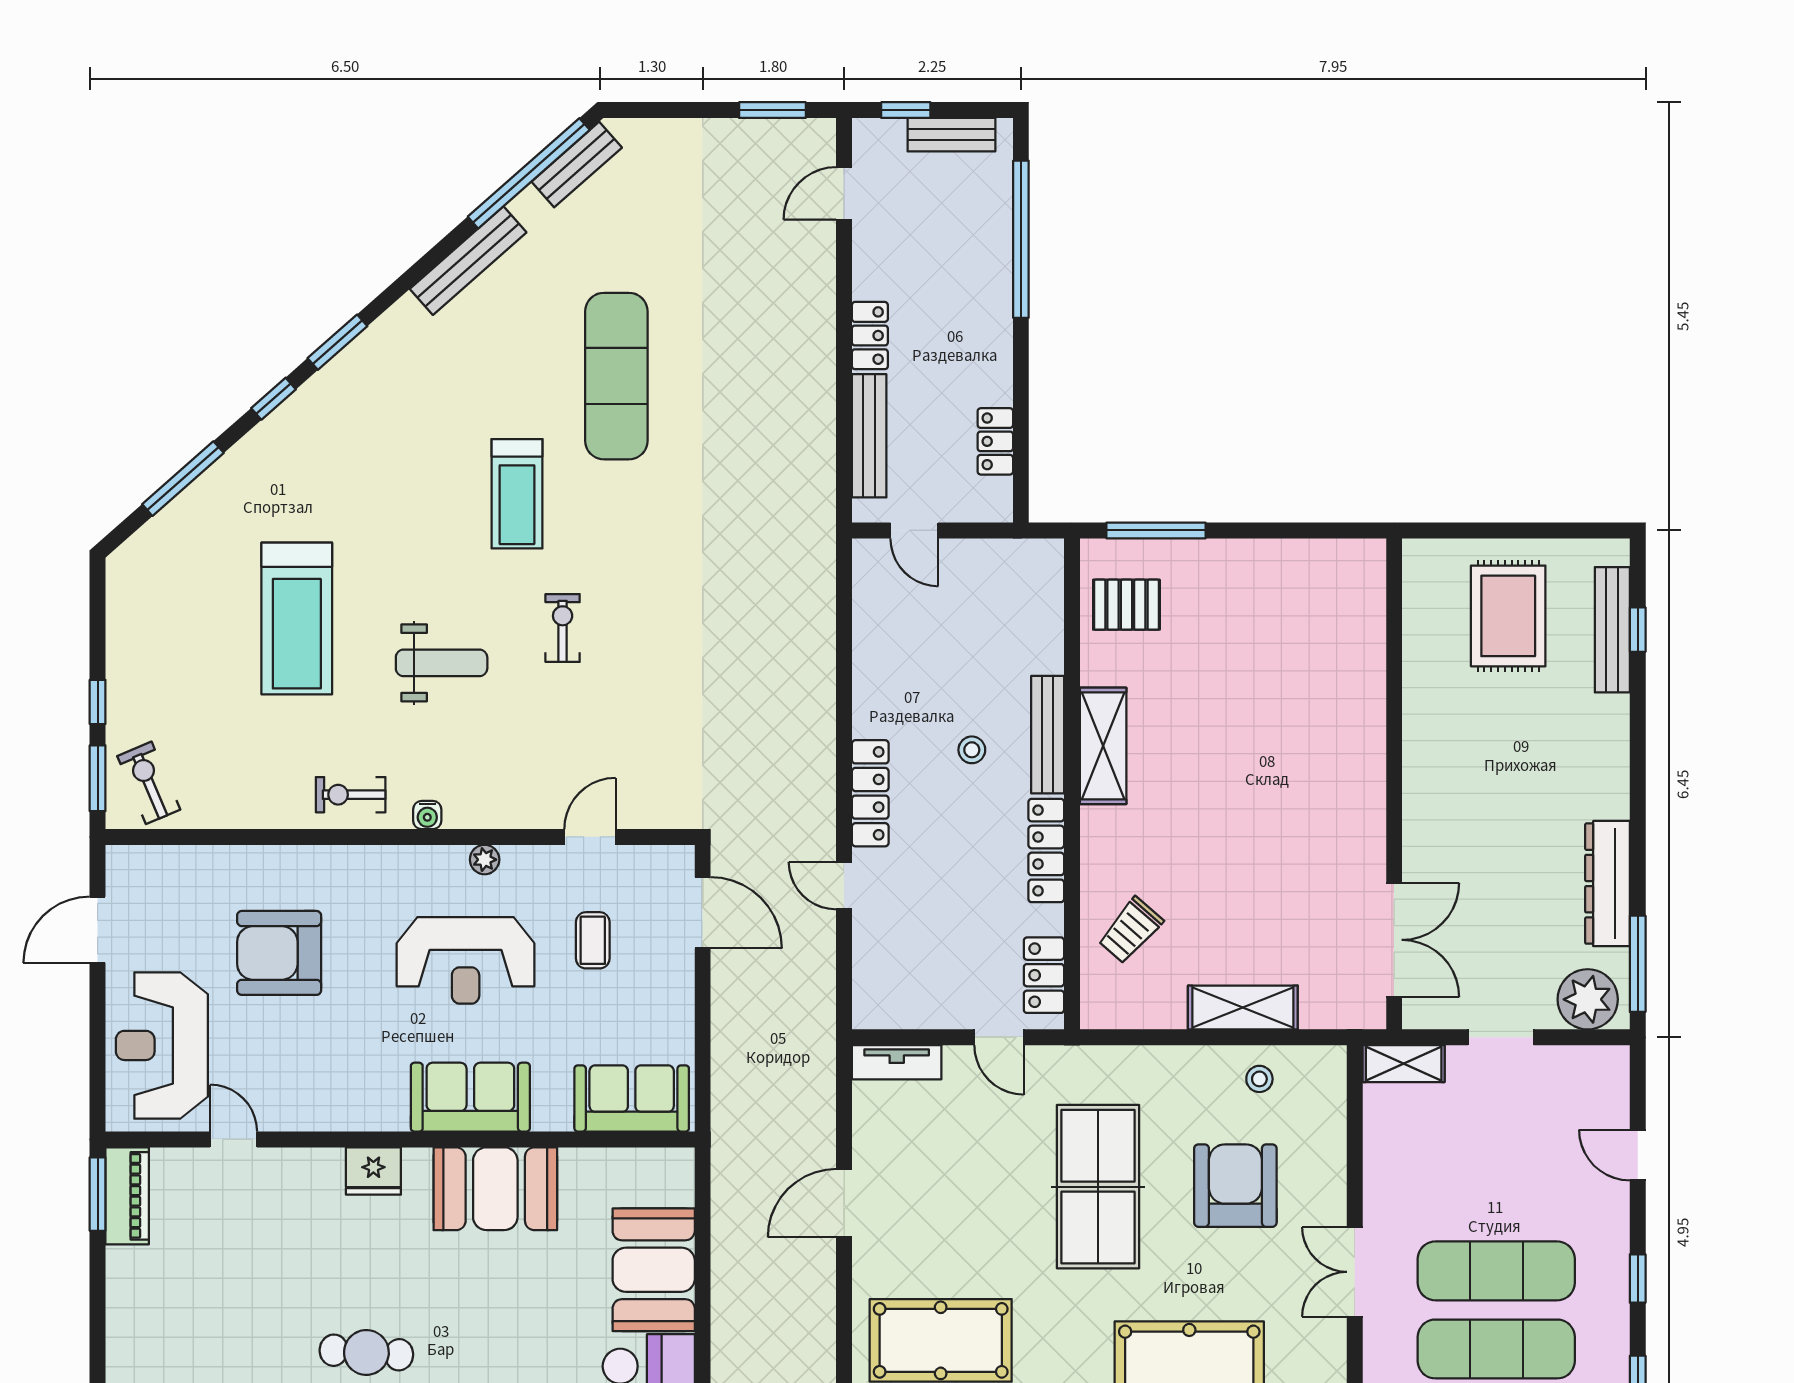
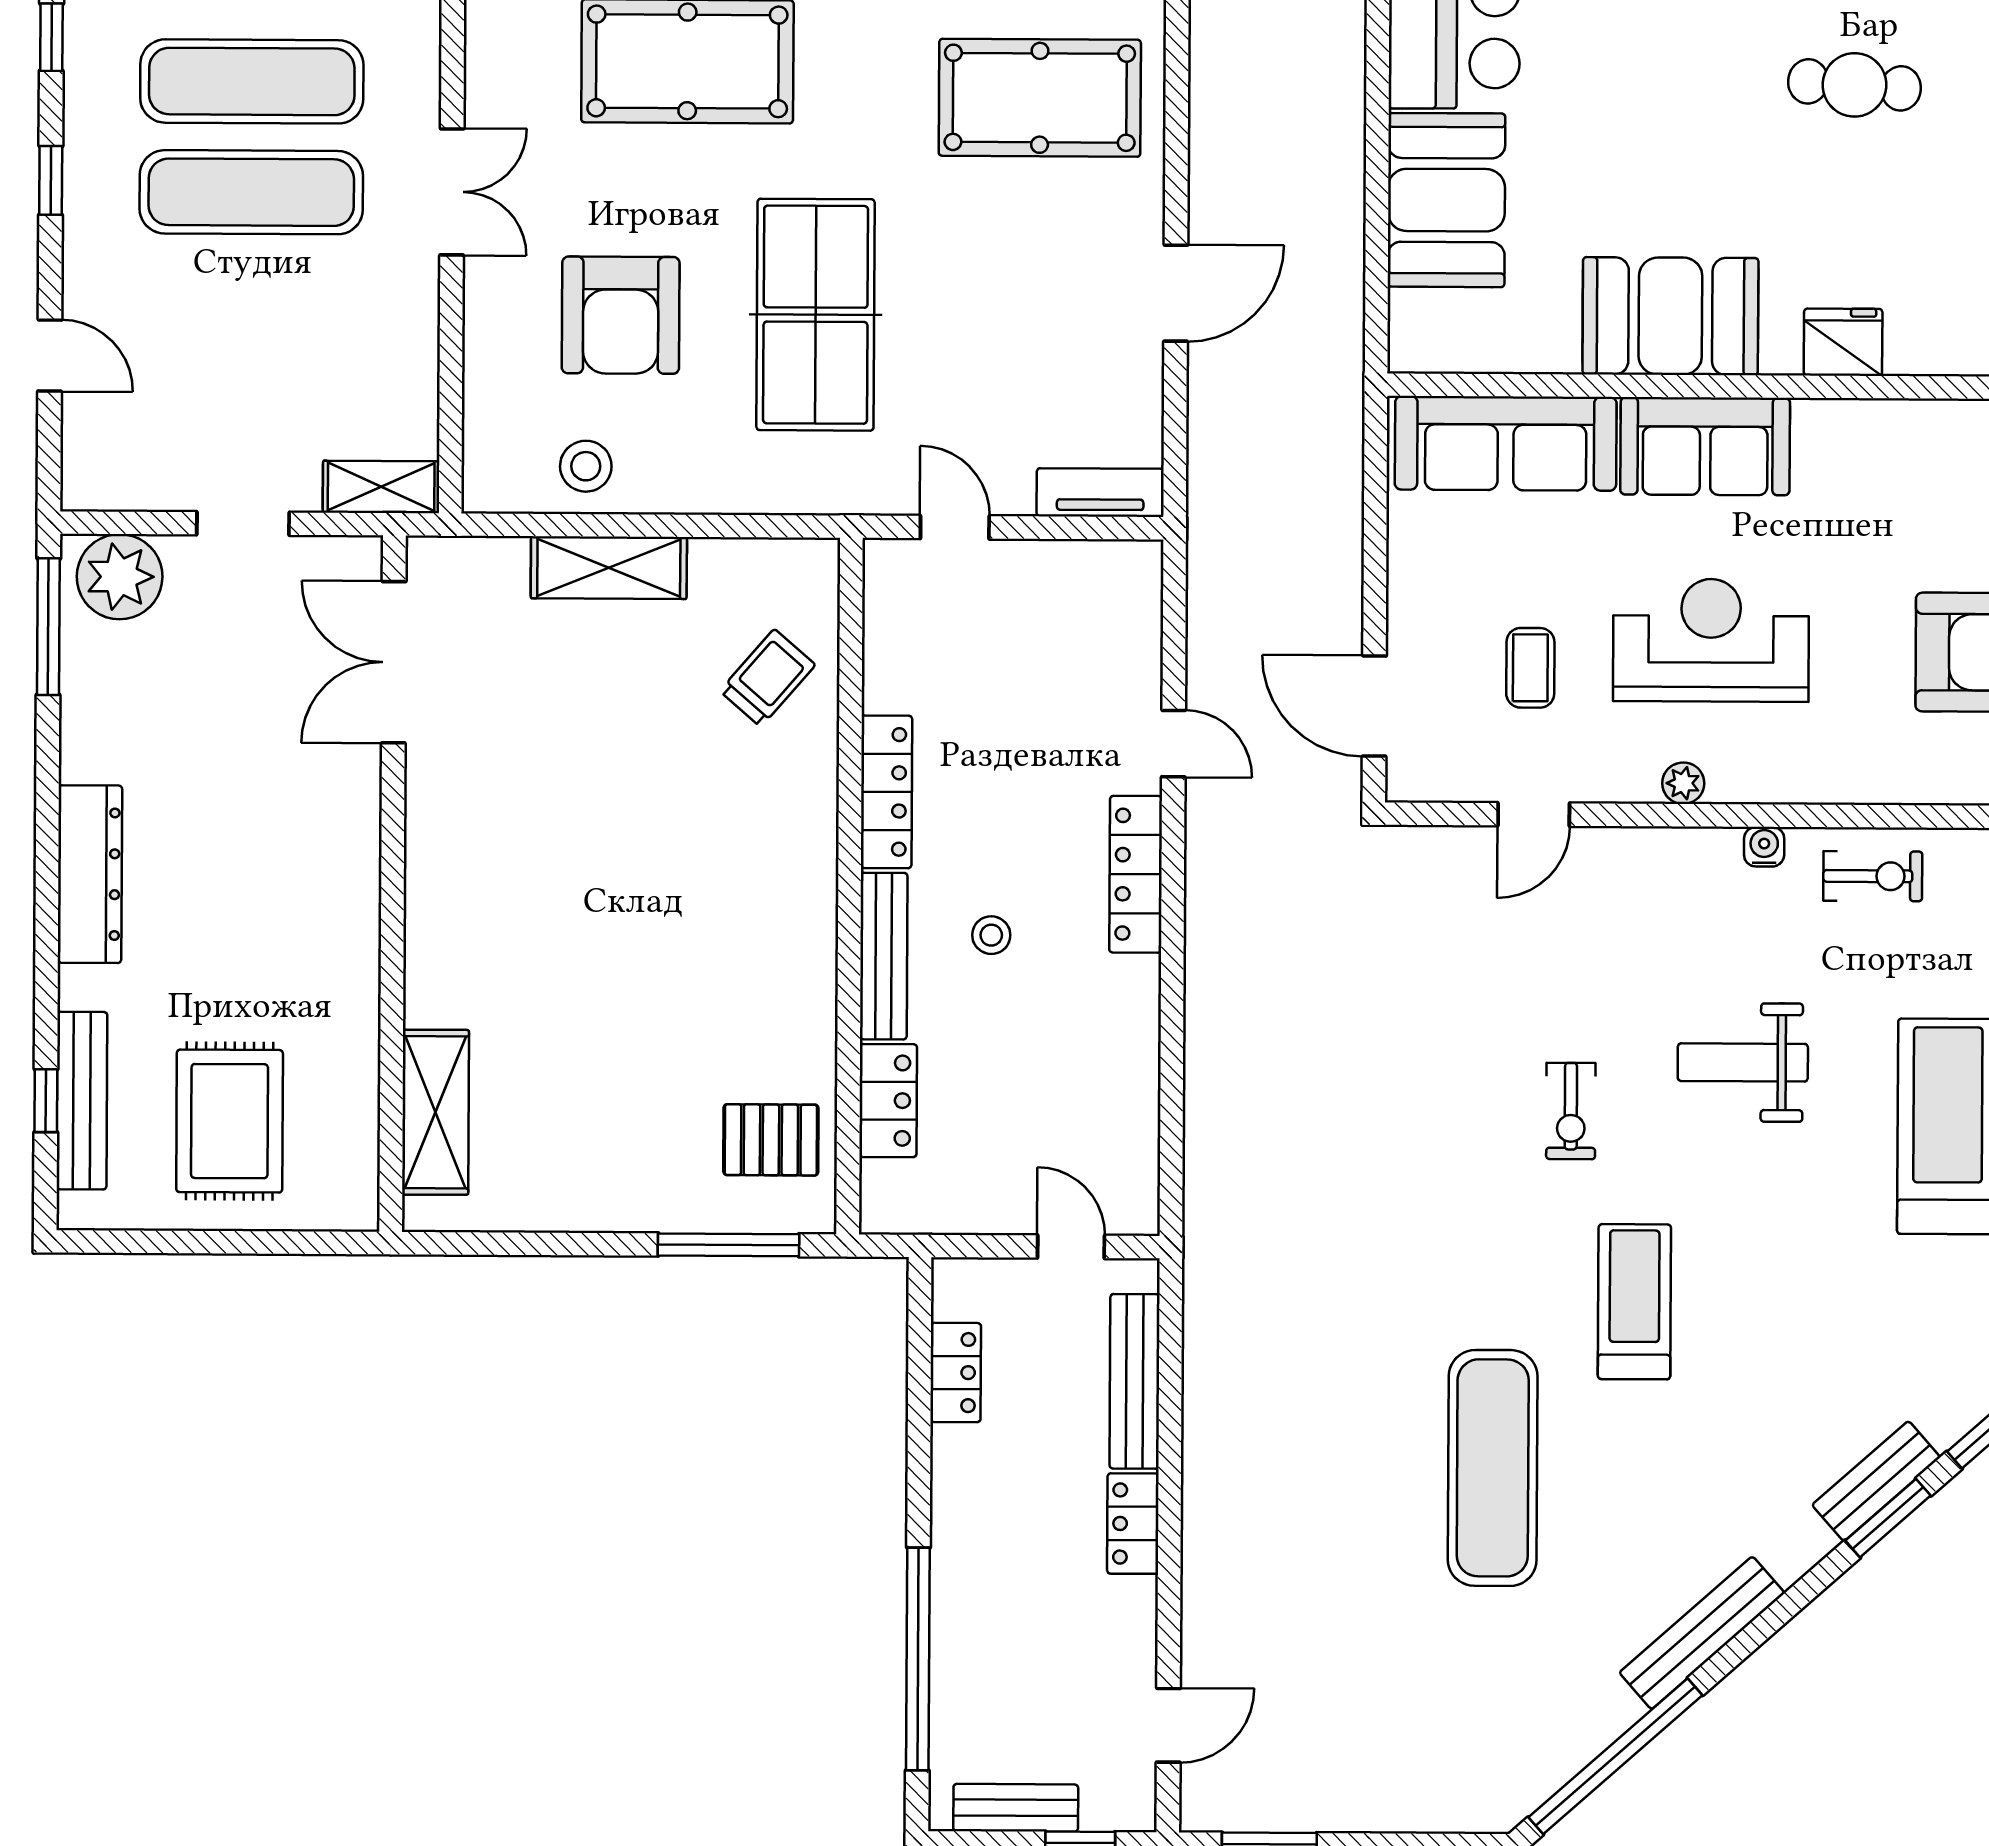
bench: (577, 165) -> (1876, 1481), moved
shelving: (1103, 746) -> (435, 1112), moved
dresser: (1608, 884) -> (90, 874), moved
locker: (1044, 975) -> (888, 1101), moved
stool: (1259, 1079) -> (586, 466), width x1.37, depth x1.37
sofa: (632, 1098) -> (1506, 443), width x1.36

